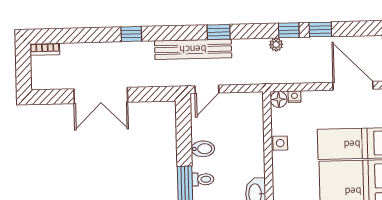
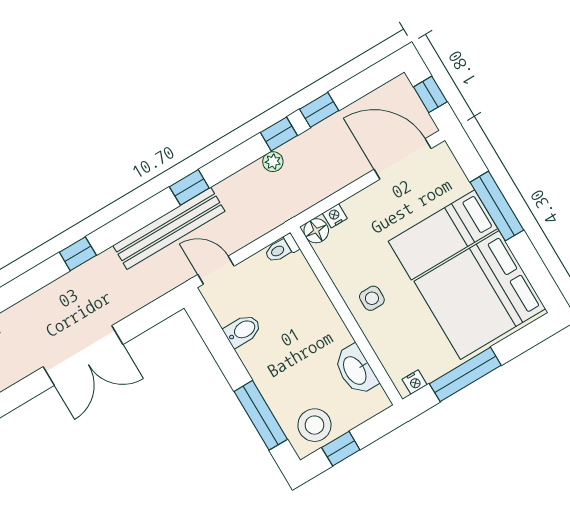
door: (207, 89) -> (216, 270), swing flipped
side table: (280, 143) -> (372, 298), moved
bidet: (203, 149) -> (243, 331), moved
toilet: (203, 179) -> (282, 249), moved, turned 180

